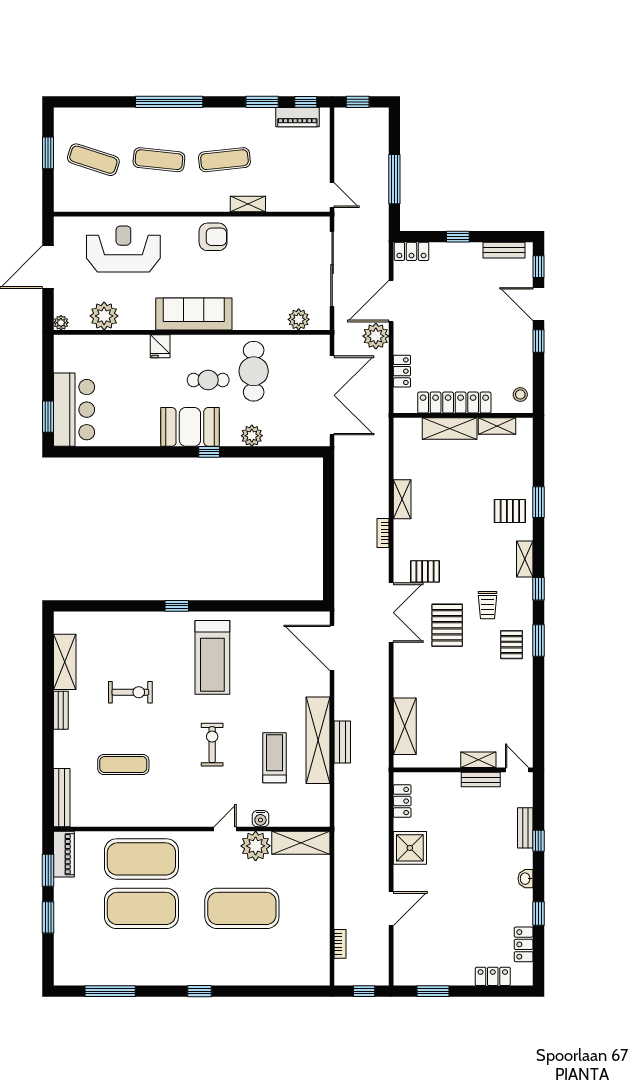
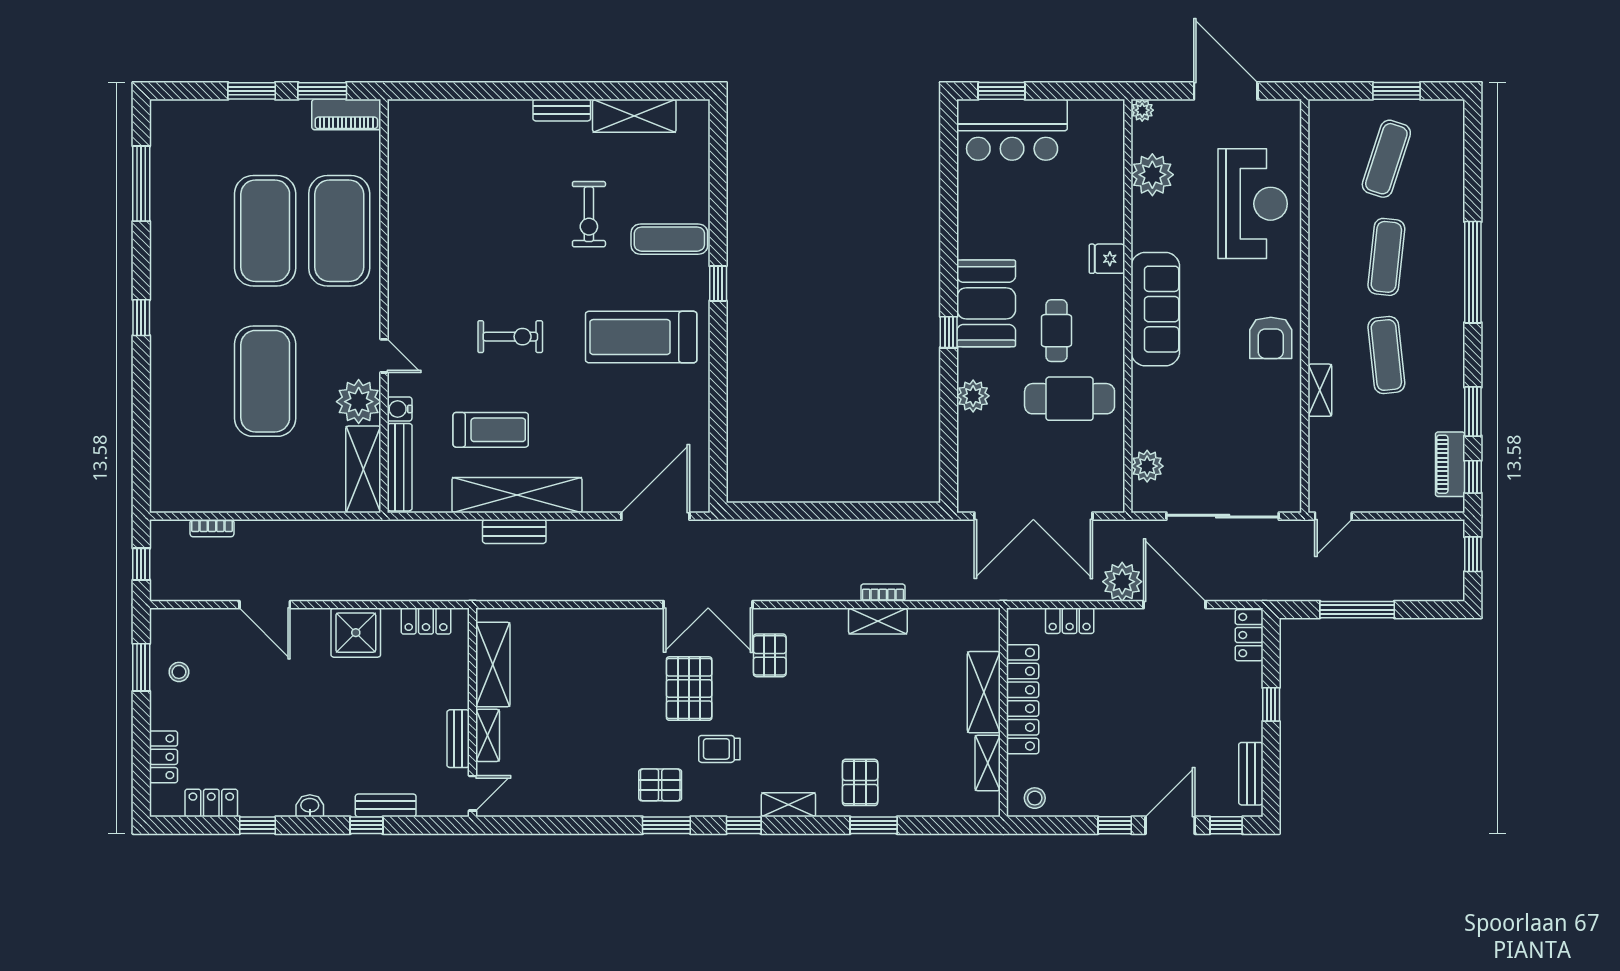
bookcase: (383, 533) -> (883, 593), moved
pallet: (447, 625) -> (689, 689), turned 90
shelving: (405, 726) -> (493, 665), moved, turned 90
exercise mat: (123, 764) -> (669, 239), moved, turned 90
bench: (62, 798) -> (400, 467), moved, turned 90
stool: (436, 966) -> (179, 672), added

